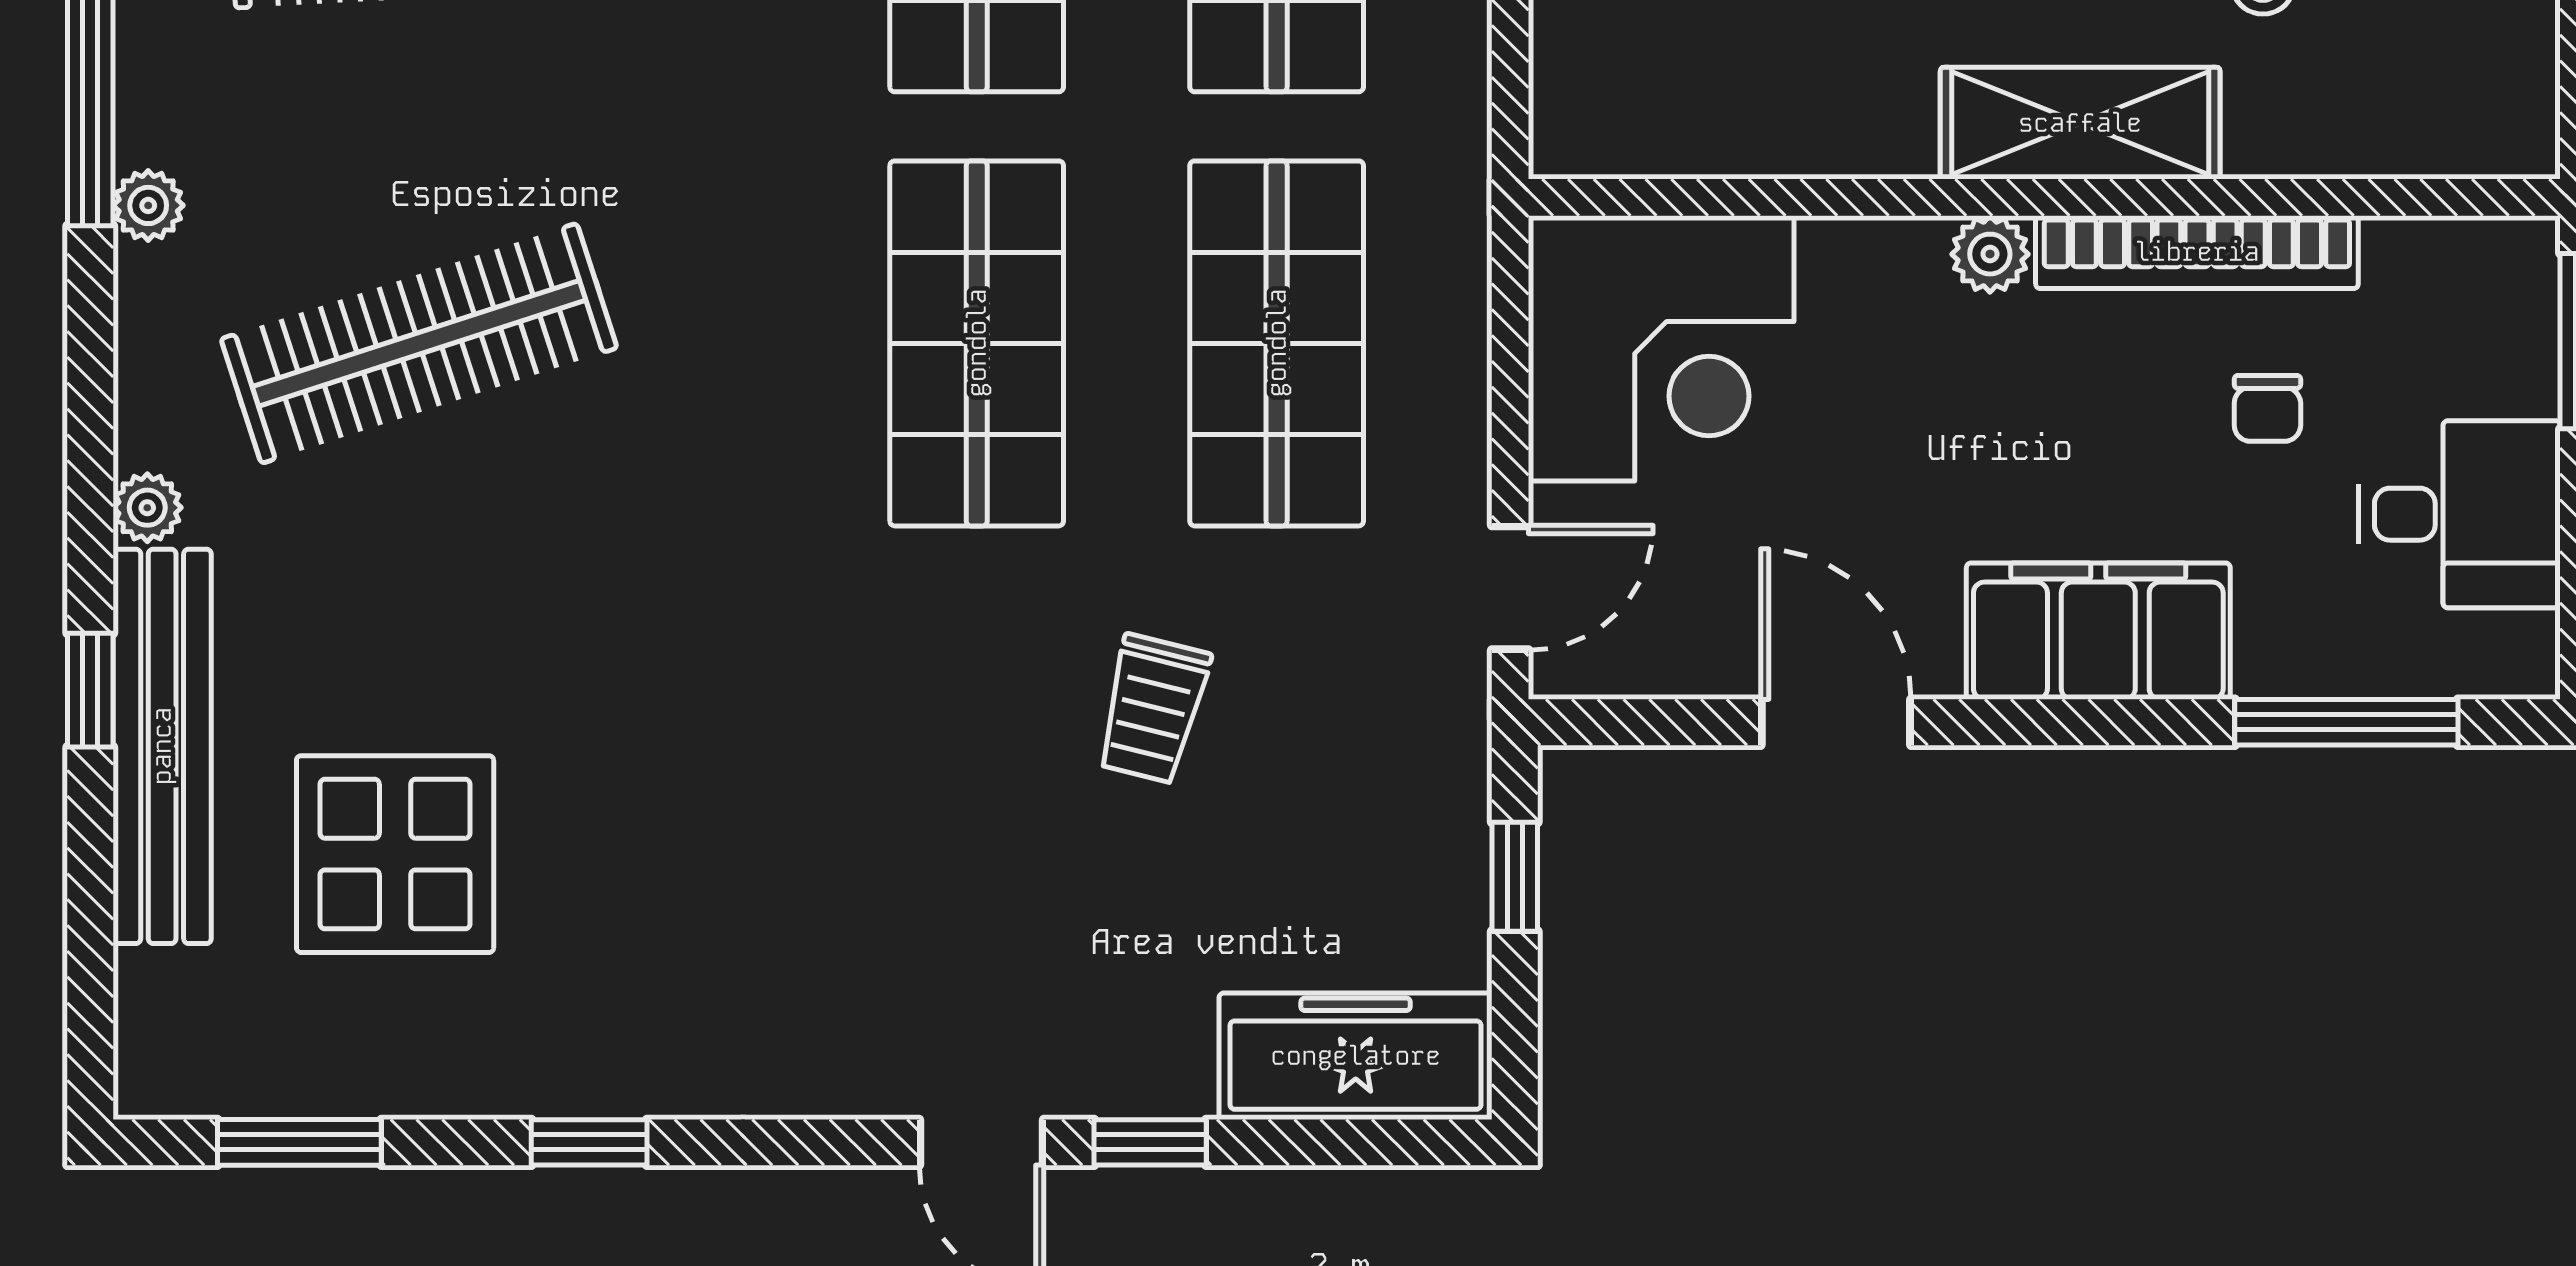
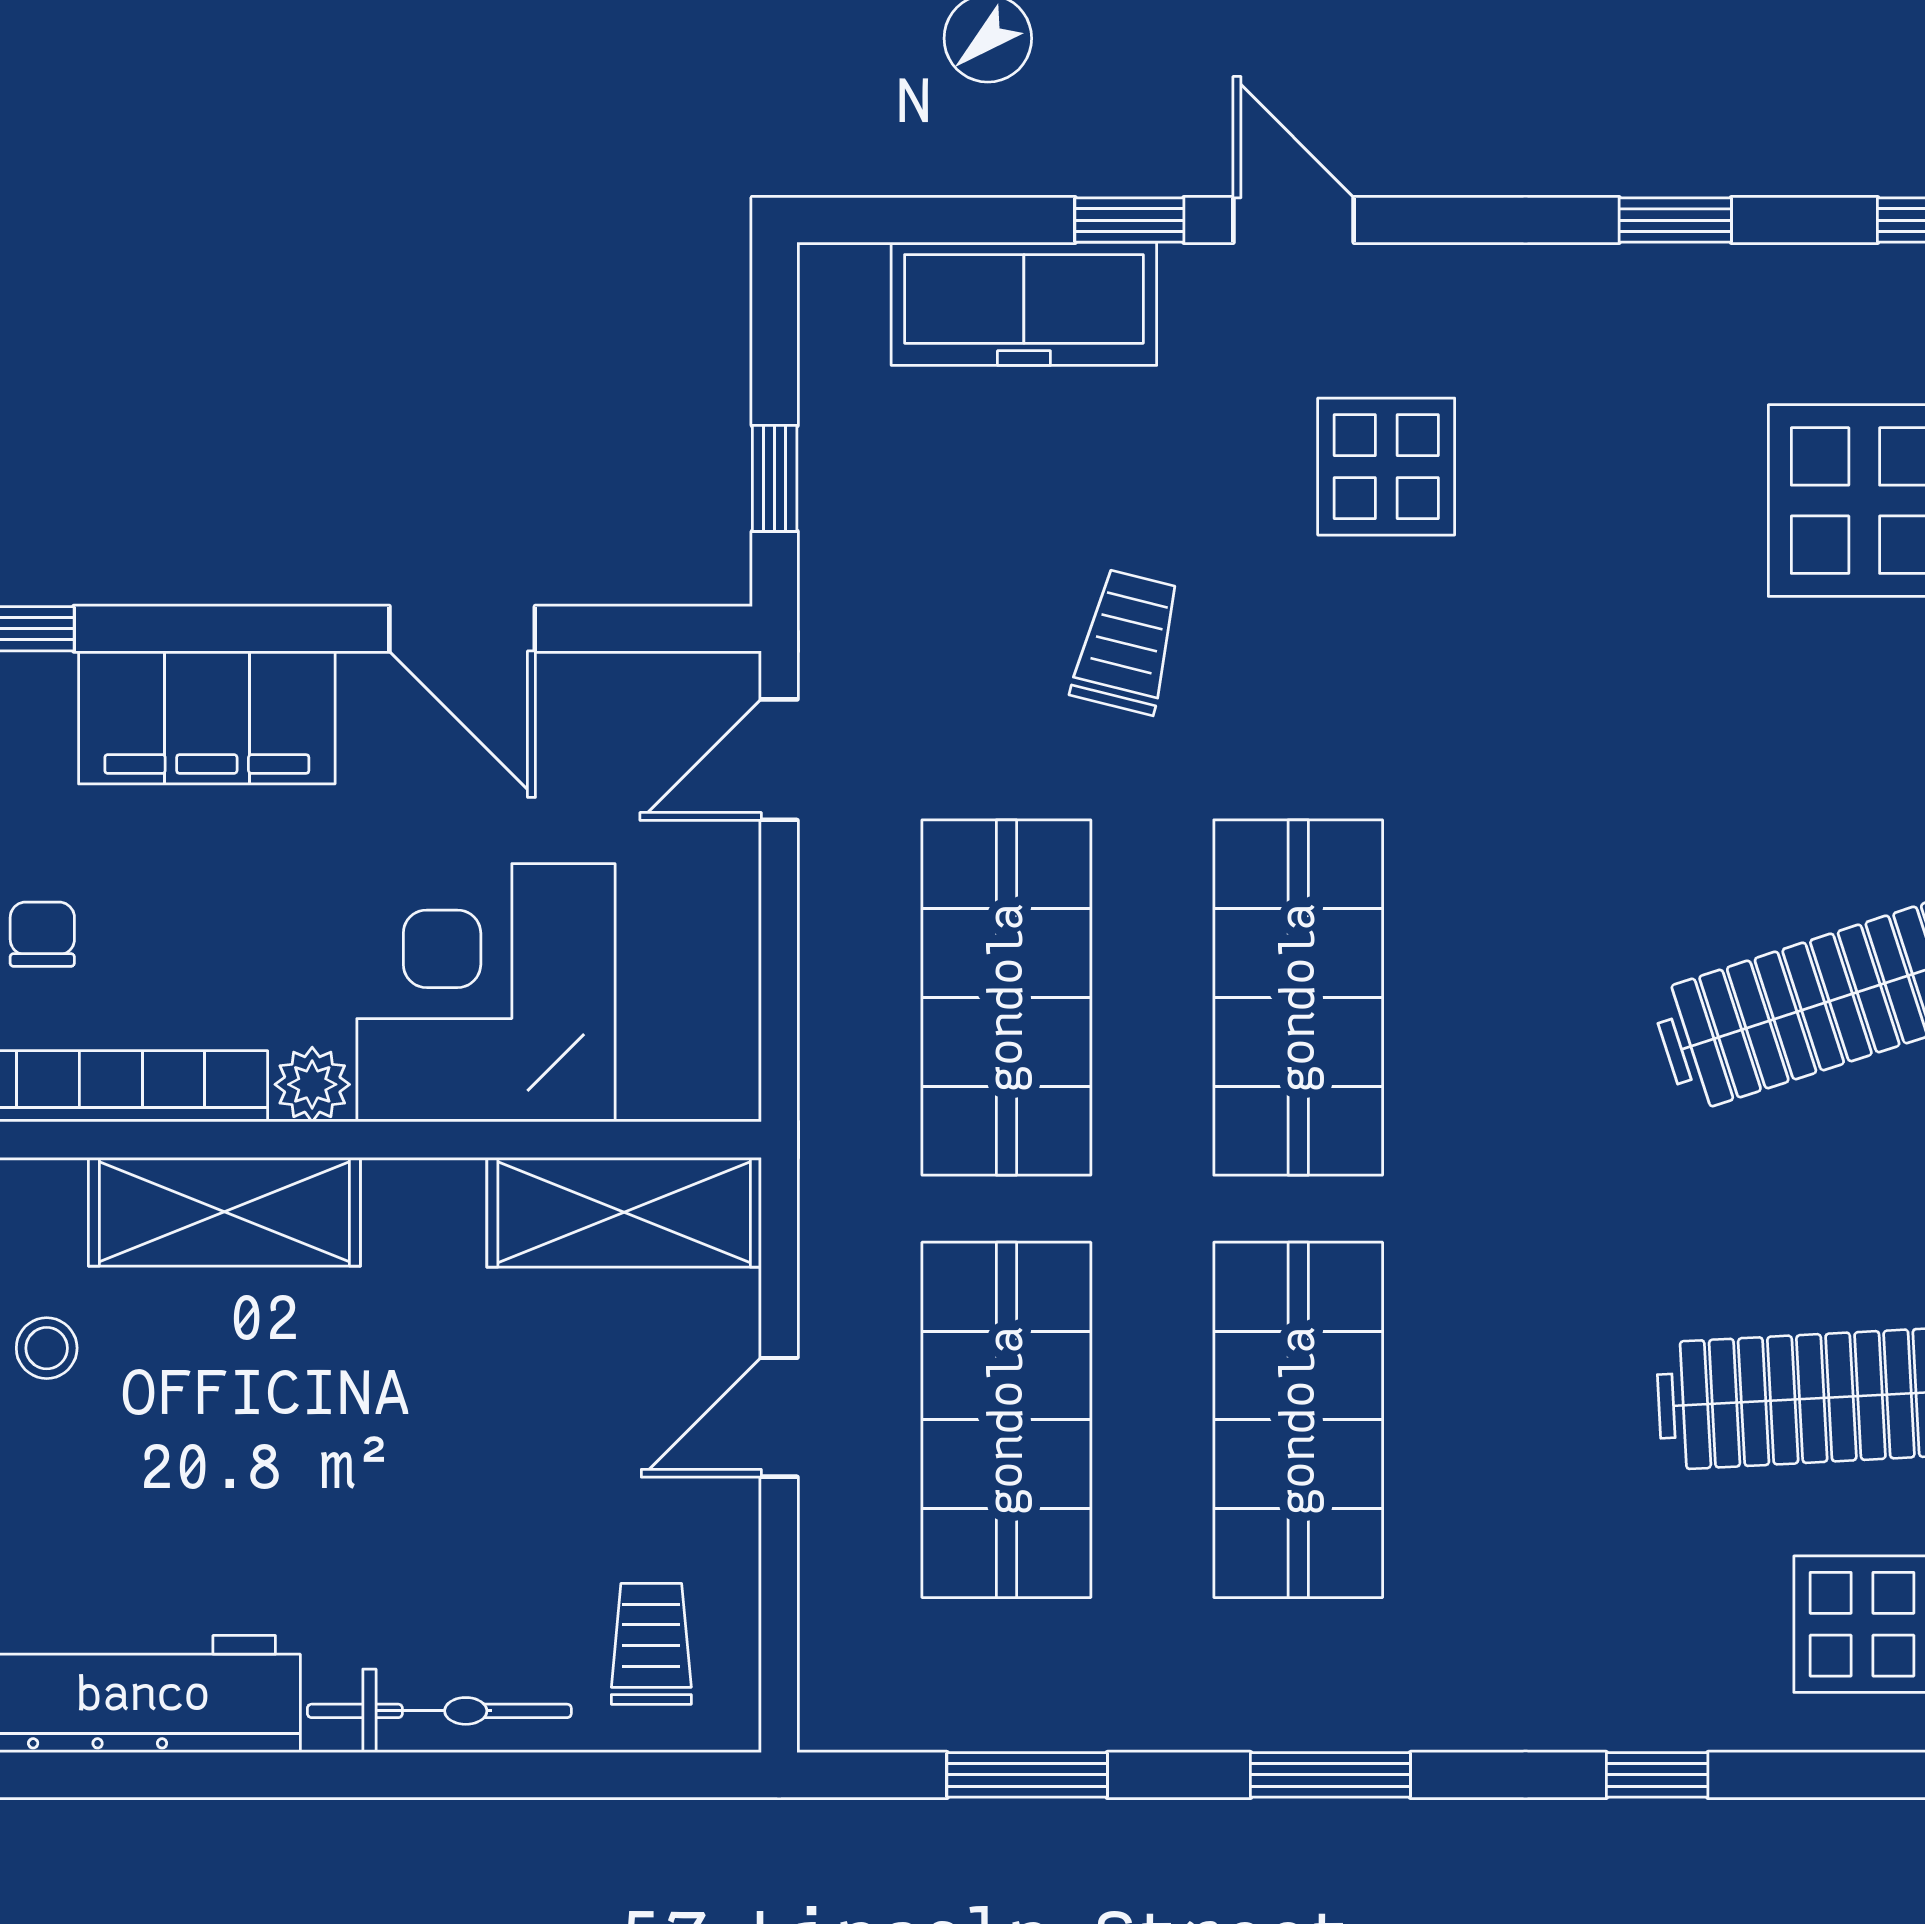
shelving: (1669, 123) -> (624, 1212), added
corner desk: (1661, 348) -> (486, 993), moved
display table: (886, 889) -> (1386, 467), added
freezer: (1356, 1056) -> (1024, 304), moved

